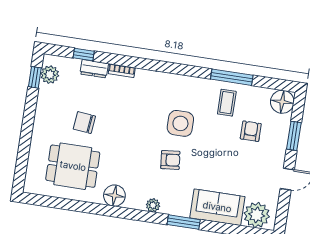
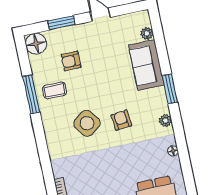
side table: (180, 123) -> (87, 123), turned -36
floor lamp: (114, 196) -> (173, 151), width x0.53, depth x0.53
plant: (257, 215) -> (147, 33), width x0.53, depth x0.53

